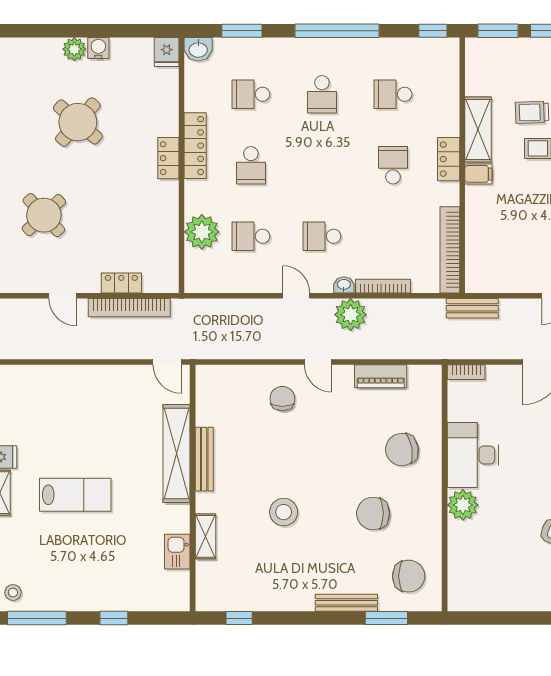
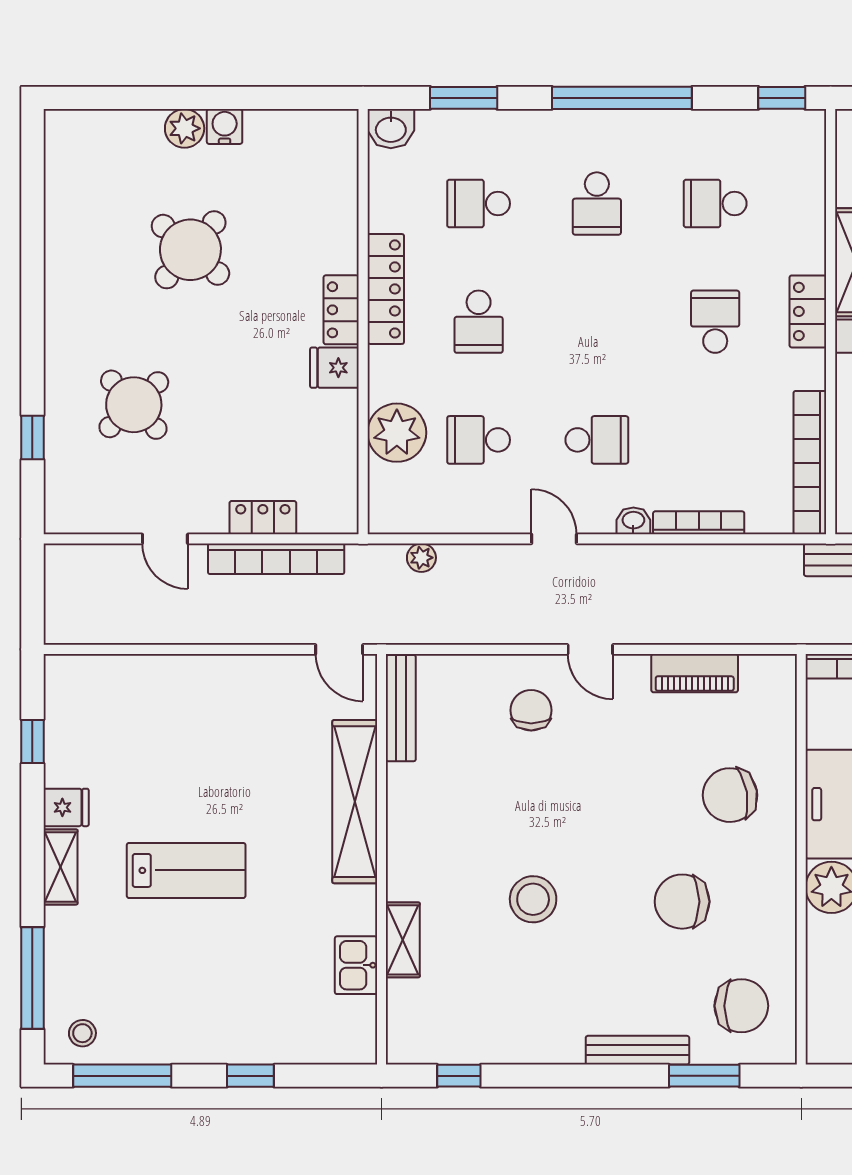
fridge: (167, 52) -> (334, 368), moved, turned 90
school desk: (322, 236) -> (597, 440), turned 180
plant: (351, 315) -> (421, 558), moved, width x0.53, depth x0.53
bench: (204, 459) -> (401, 708), moved

